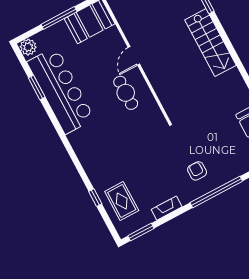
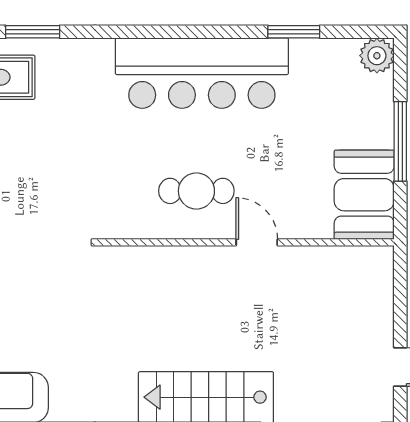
bar counter: (61, 91) -> (202, 73), moved
window: (95, 198) -> (33, 32), width x1.50

